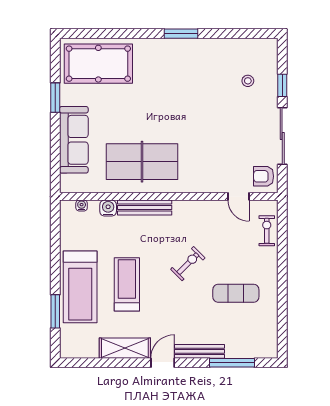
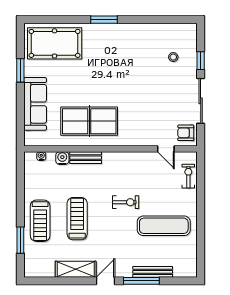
window: (181, 34) -> (104, 20), moved
bench: (145, 207) -> (86, 158), width x0.73
exercise bike: (188, 264) -> (126, 202), turned 45
treadmill: (80, 287) -> (40, 221), width x0.73, depth x0.73
exercise mat: (236, 293) -> (164, 226), width x1.36, depth x1.45
bench: (200, 351) -> (153, 272), moved
window: (232, 363) -> (141, 281), moved

